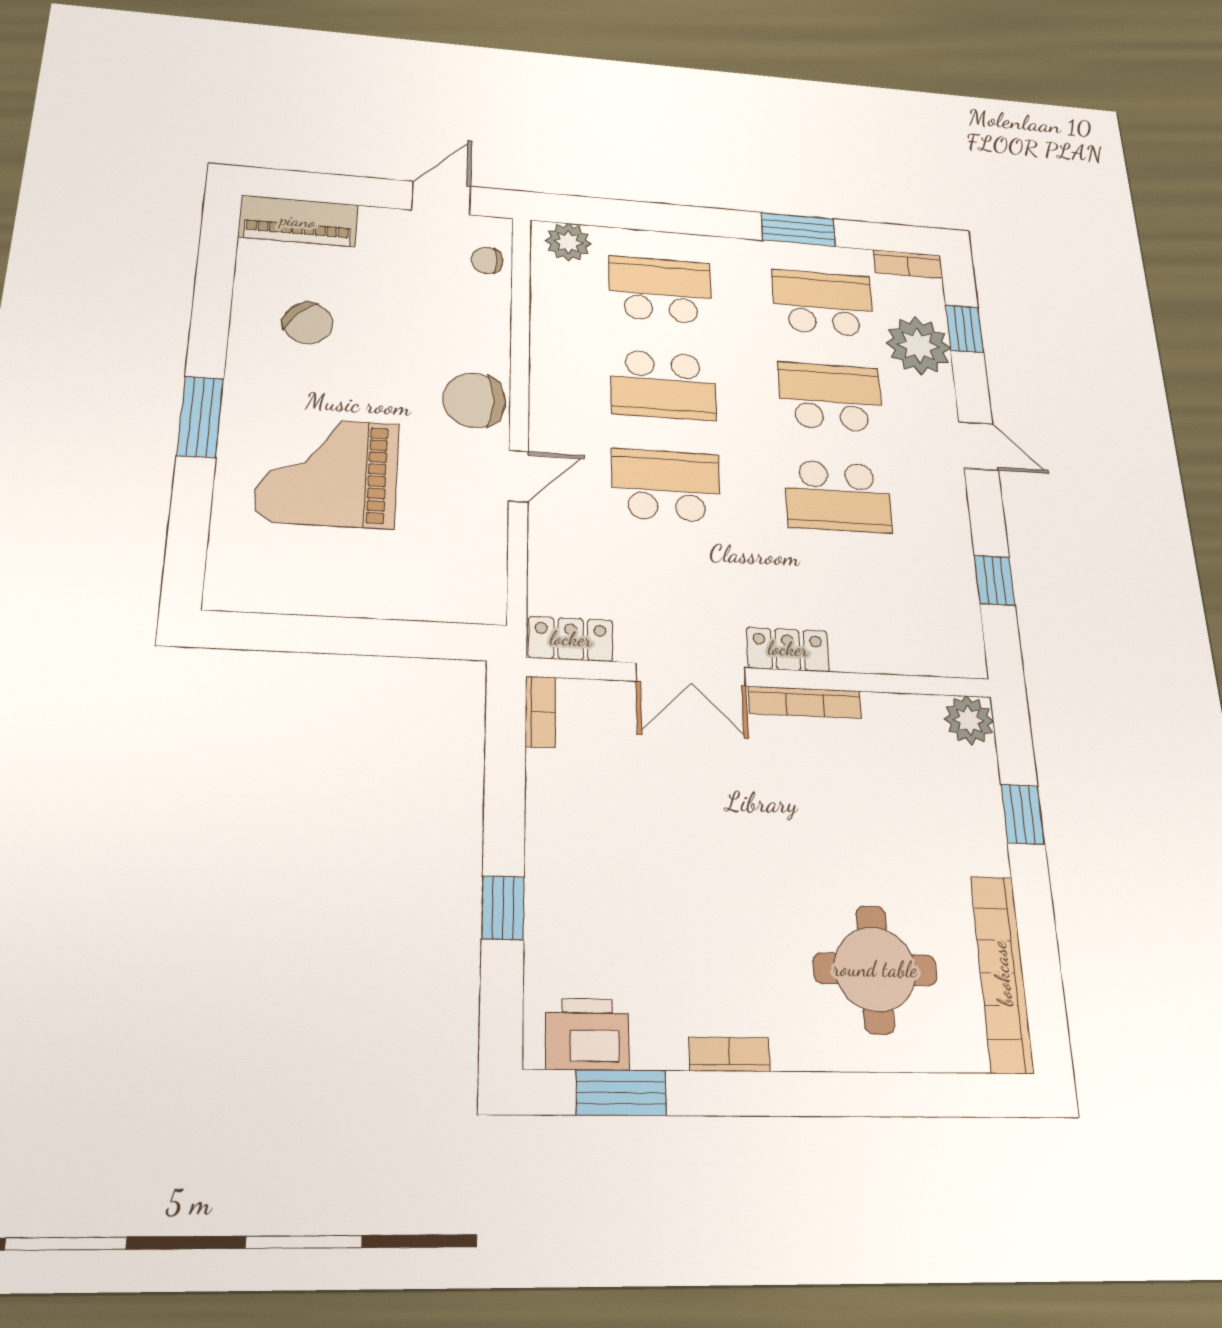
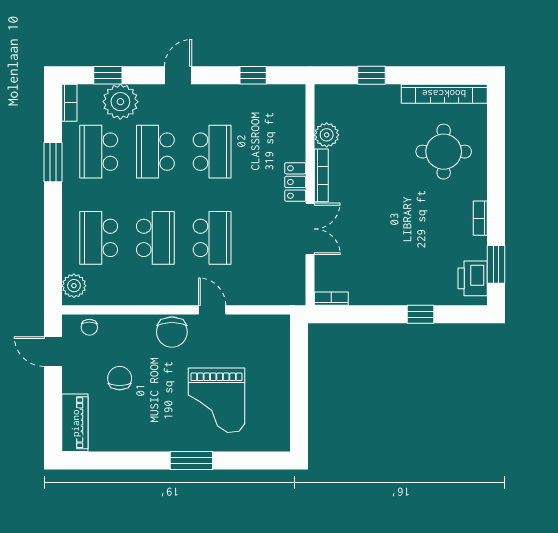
chair: (308, 323) -> (120, 378), moved, turned -44
school desk: (666, 485) -> (212, 238), turned 180
locker: (571, 639) -> (295, 285), removed
plant: (969, 720) -> (327, 135), moved

